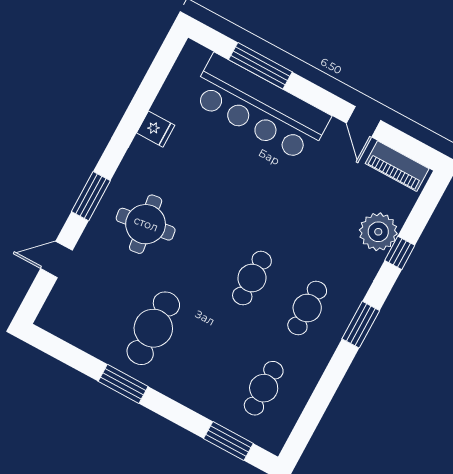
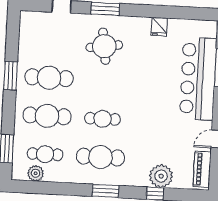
cafe table: (307, 308) -> (101, 157), width x1.37, depth x1.35
cafe table: (208, 358) -> (47, 116), added
plant: (285, 416) -> (36, 173), added

